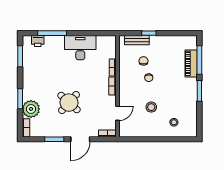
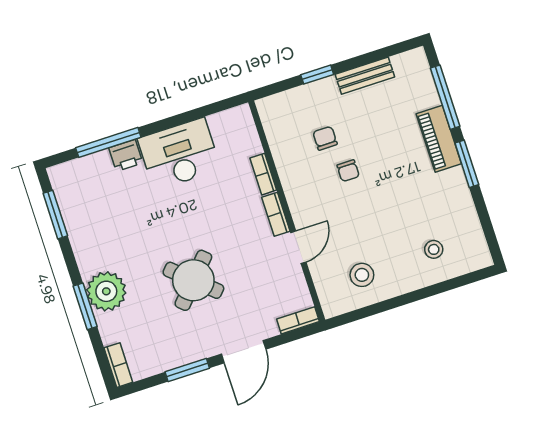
bench: (137, 40) -> (365, 76), moved
printer: (38, 41) -> (126, 155), moved
piano: (191, 63) -> (439, 139), moved
stool: (151, 107) -> (362, 275), moved
plant: (31, 109) -> (106, 291), moved
door: (118, 113) -> (298, 247), moved

